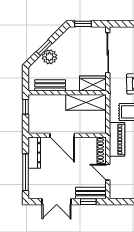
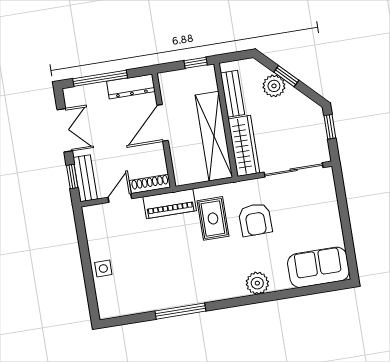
wardrobe: (93, 84) -> (244, 146), width x1.50
shelving: (86, 102) -> (214, 136), width x1.47
double door: (57, 202) -> (65, 130), swing flipped

